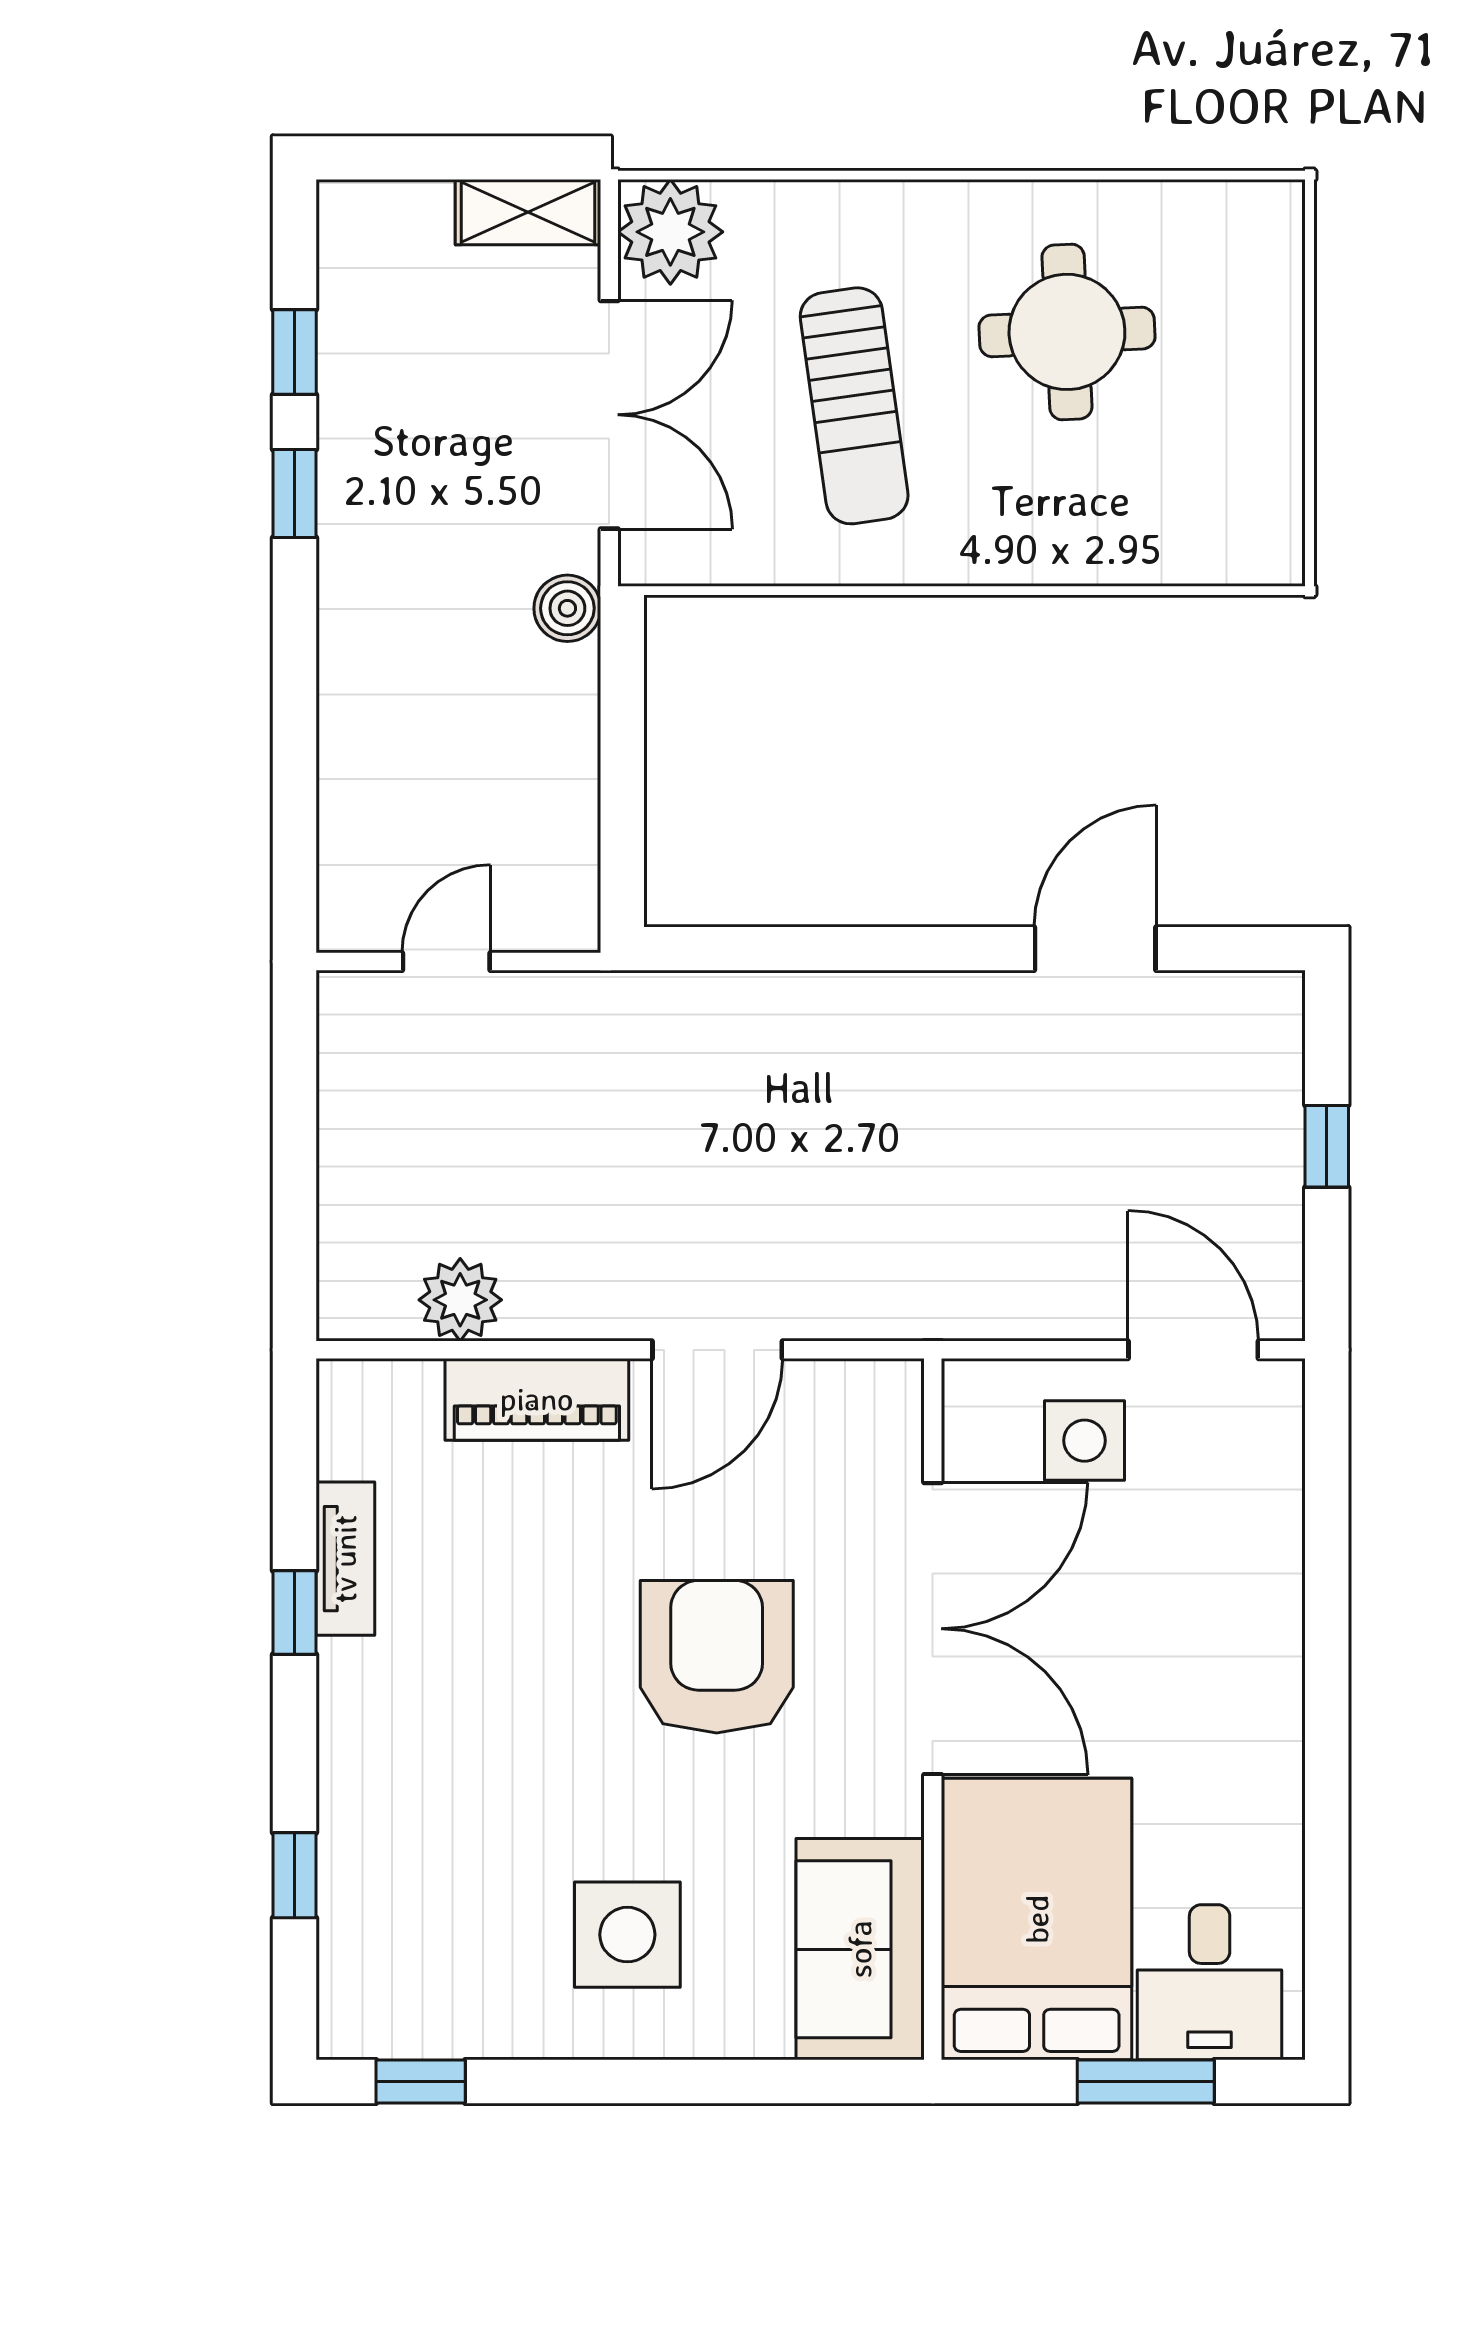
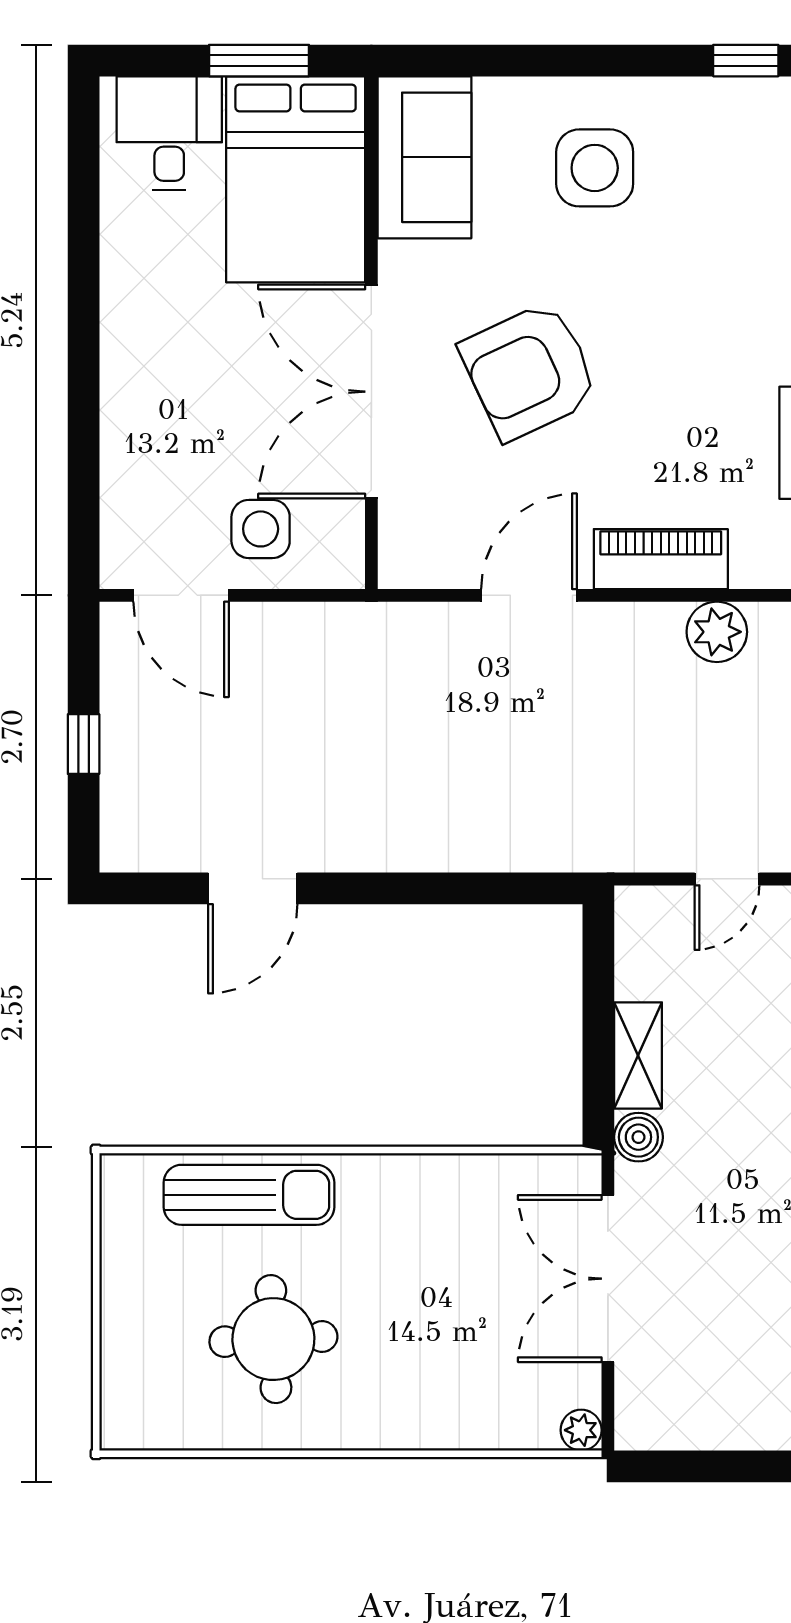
shelving: (528, 212) -> (638, 1055), moved, turned 90
plant: (670, 232) -> (581, 1430), width x0.53, depth x0.53
sun lounger: (854, 406) -> (249, 1195), moved, turned 98
armchair: (717, 1657) -> (529, 371), turned 65
window: (1146, 2082) -> (259, 61), moved

